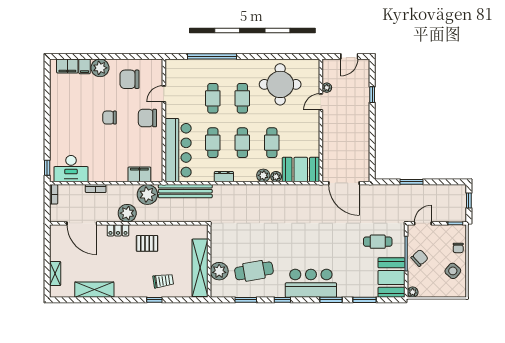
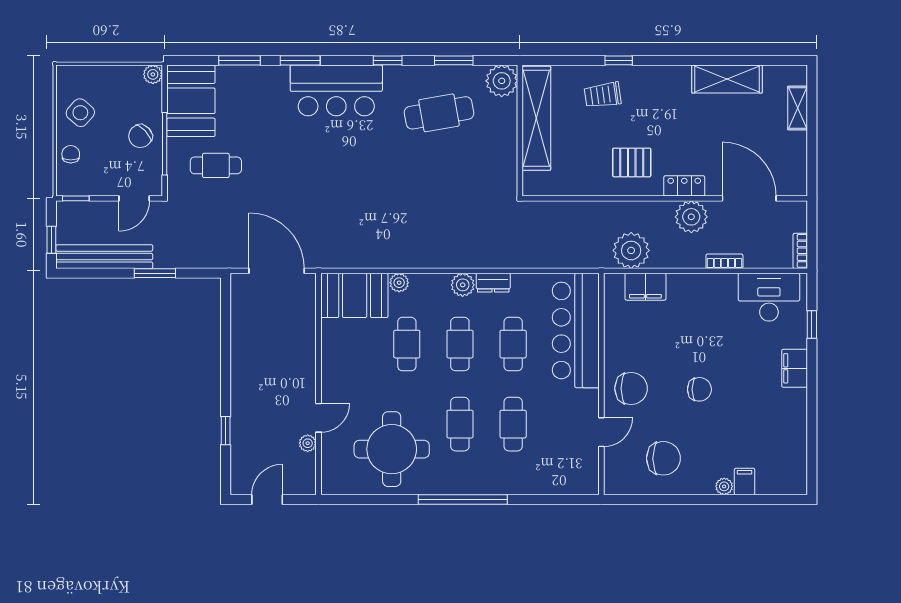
window: (212, 56) -> (463, 499), moved
filing cabinet: (67, 66) -> (795, 368), moved, turned -90
plant: (100, 68) -> (724, 486), width x0.53, depth x0.53
window: (47, 168) -> (812, 325), moved
plant: (263, 175) -> (463, 285), moved
bench: (185, 191) -> (104, 257), moved
plant: (127, 213) -> (691, 217), moved
plant: (219, 271) -> (502, 81), moved

